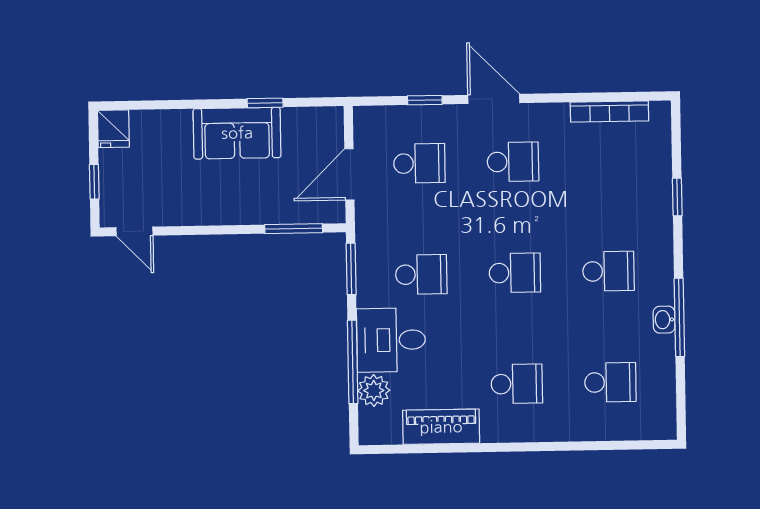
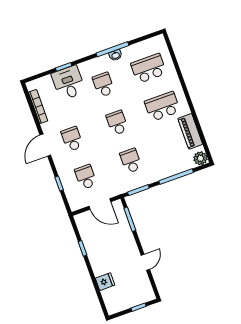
door: (494, 99) -> (45, 145), moved
fridge: (113, 129) -> (105, 282), moved
sofa: (237, 133) -> (99, 256), removed
door: (135, 231) -> (145, 262), moved
desk: (391, 340) -> (68, 83), moved, turned 180
school desk: (610, 382) -> (149, 68), width x1.85
school desk: (517, 384) -> (162, 106), width x1.85
plant: (374, 390) -> (200, 158), moved

